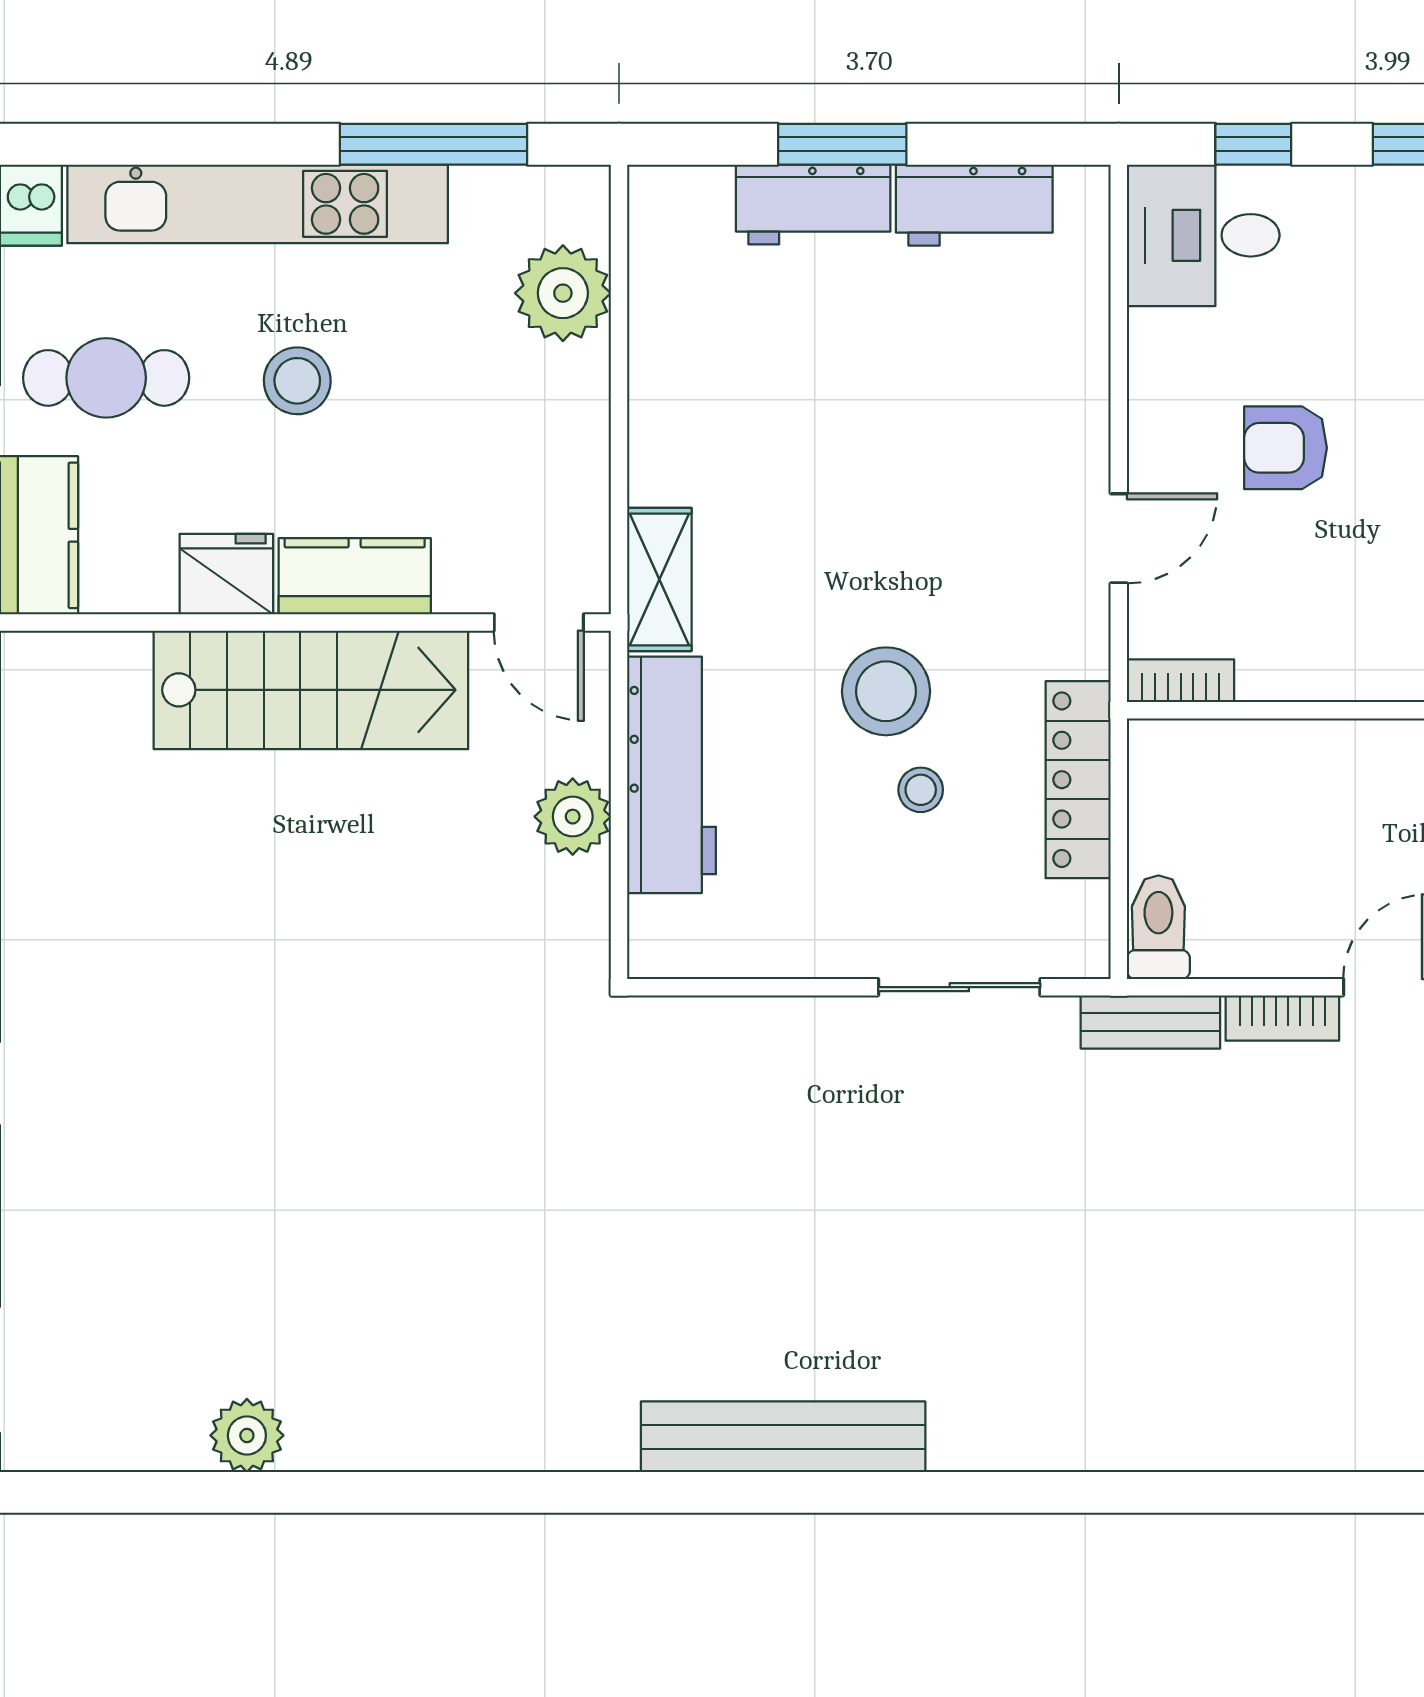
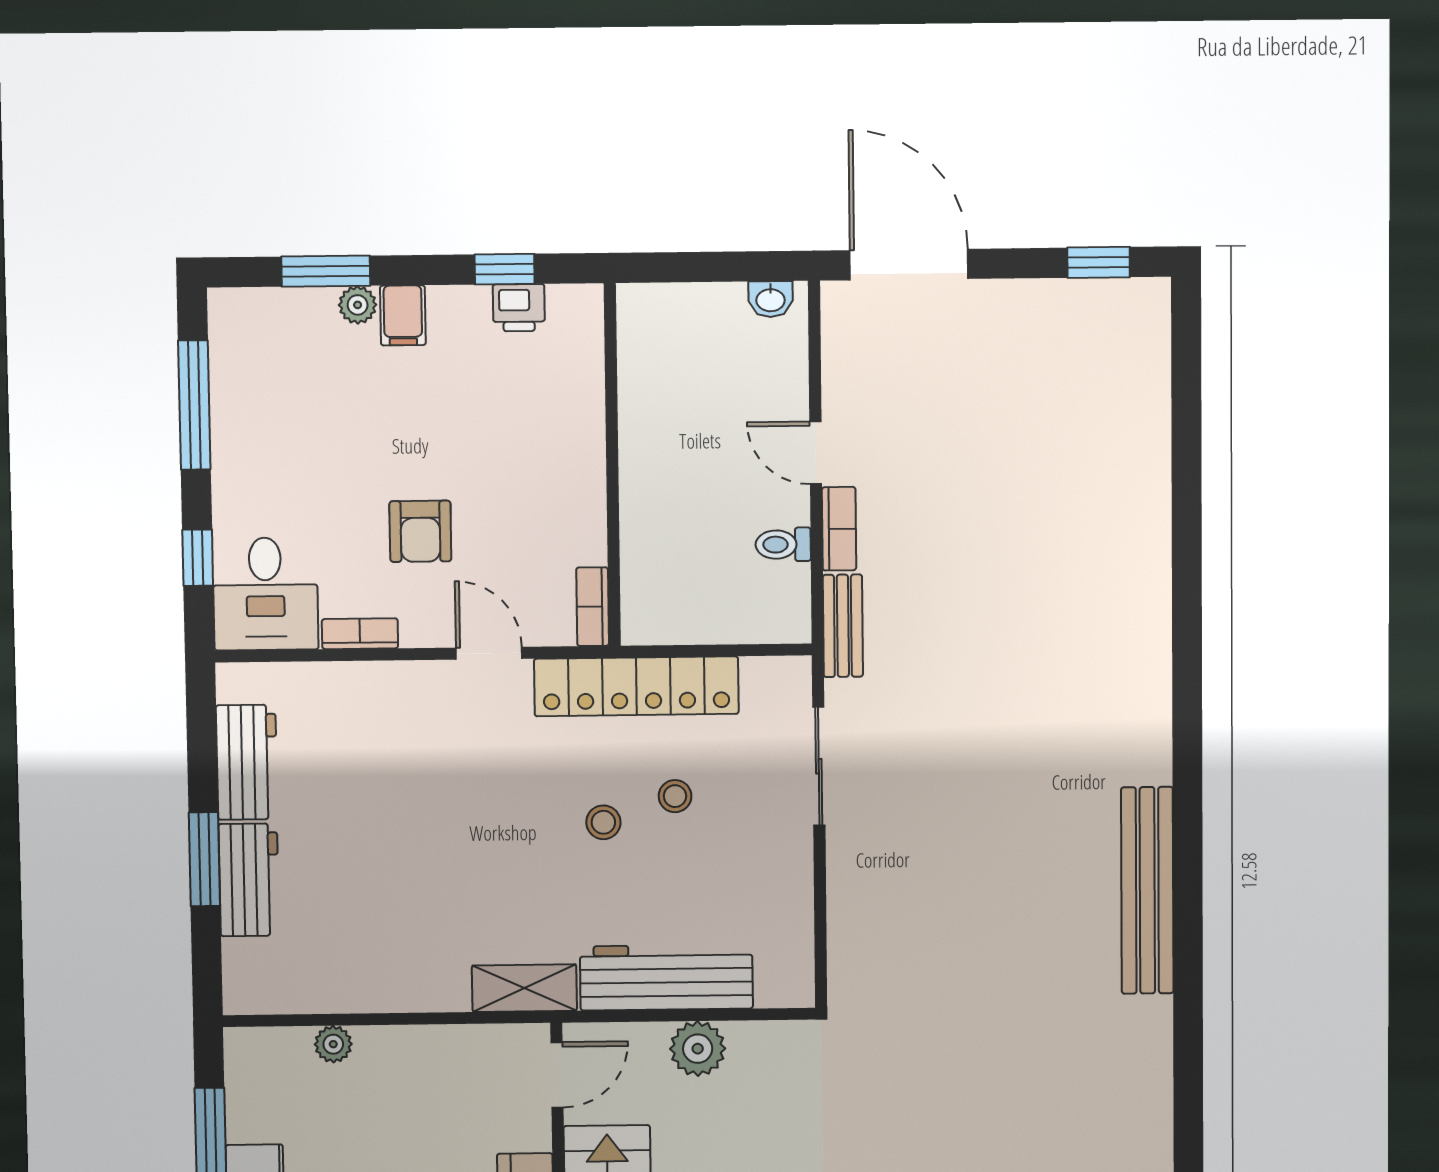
plant: (563, 293) -> (333, 1044), width x0.53, depth x0.53
bookcase: (1148, 363) -> (360, 634), added
stool: (886, 691) -> (603, 822), width x0.53, depth x0.53
locker: (1078, 780) -> (636, 686), width x1.41, depth x1.21
toilet: (1158, 927) -> (783, 544), moved, width x0.73, depth x0.72

